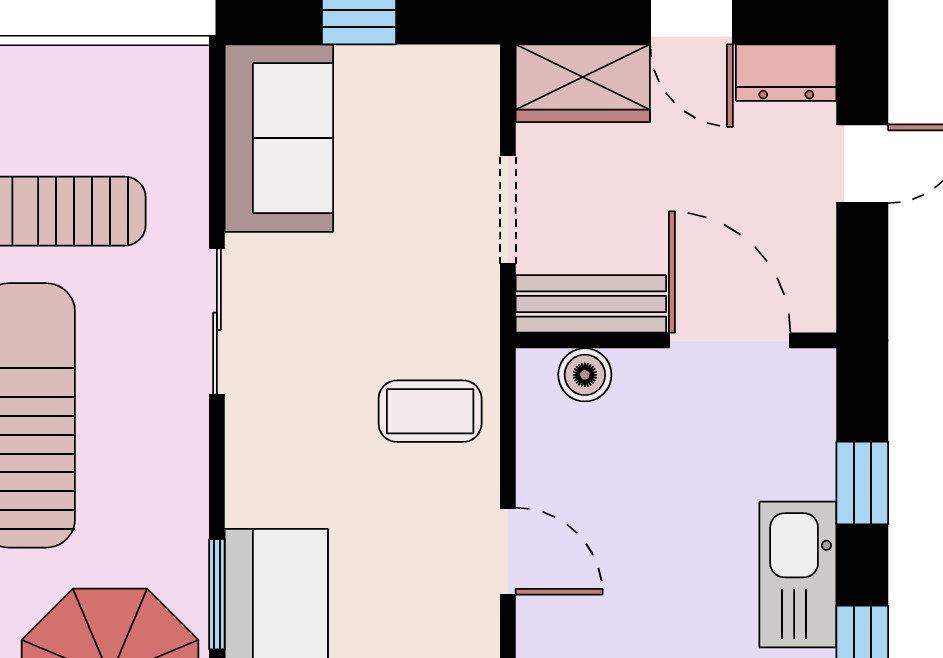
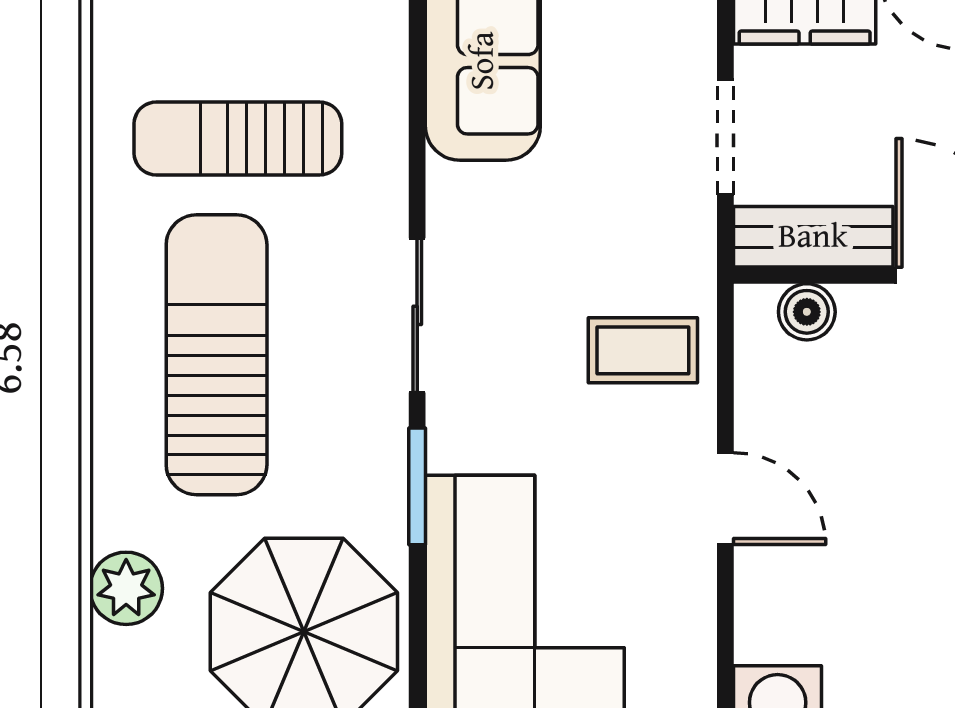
sliding door: (217, 321) -> (417, 315), moved
window: (217, 594) -> (417, 486), moved

